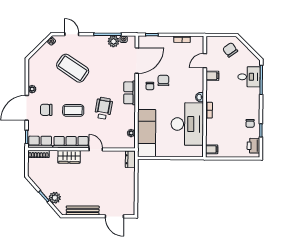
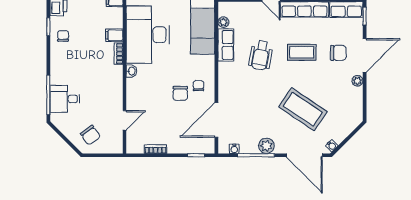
door: (72, 34) -> (304, 155), width x1.88
plant: (114, 41) -> (266, 146), moved
filing cabinet: (212, 76) -> (114, 35), moved
row of seats: (130, 93) -> (226, 45), moved

